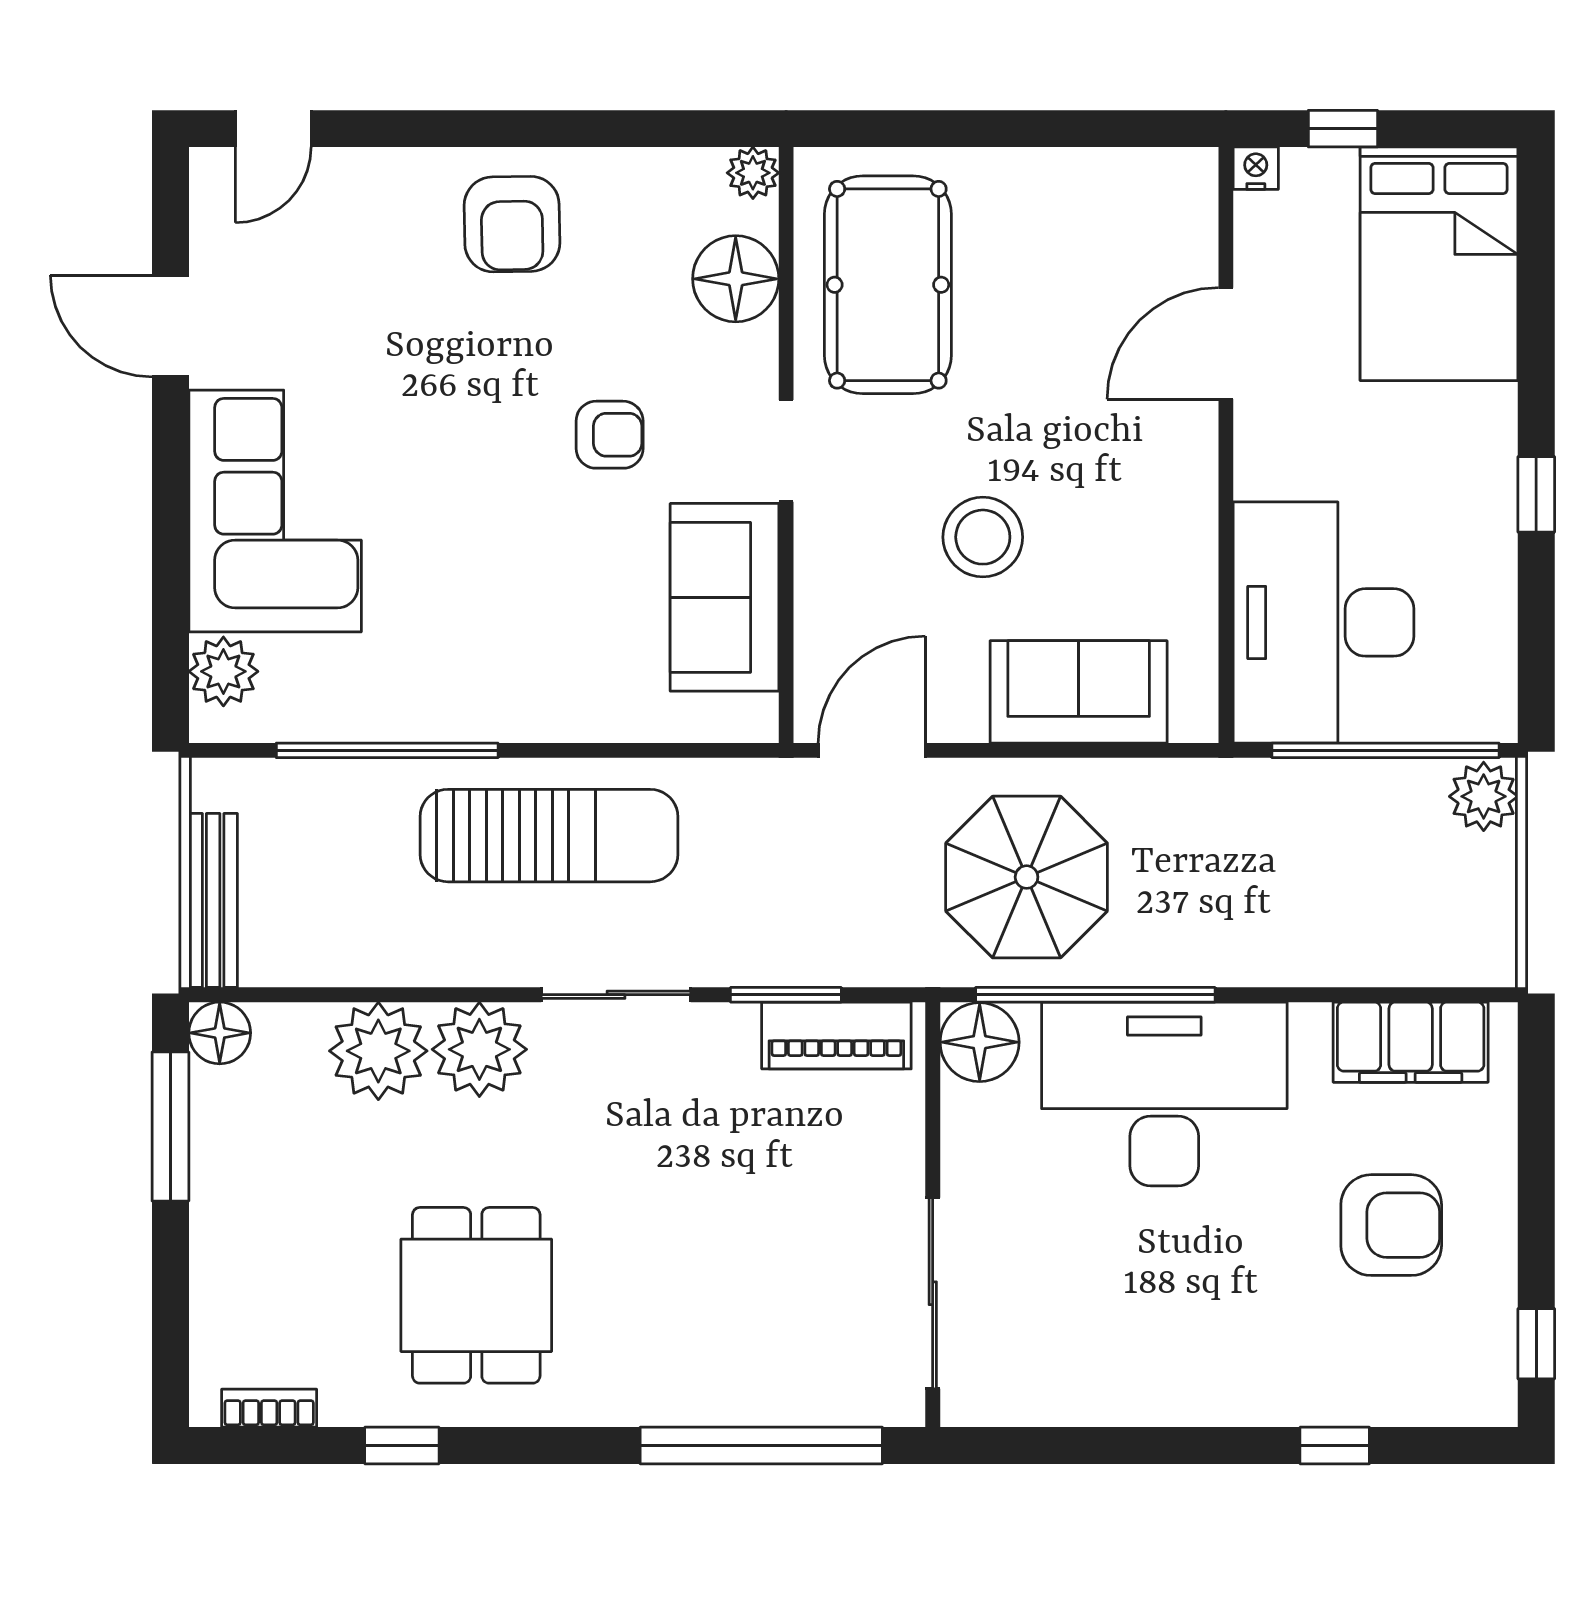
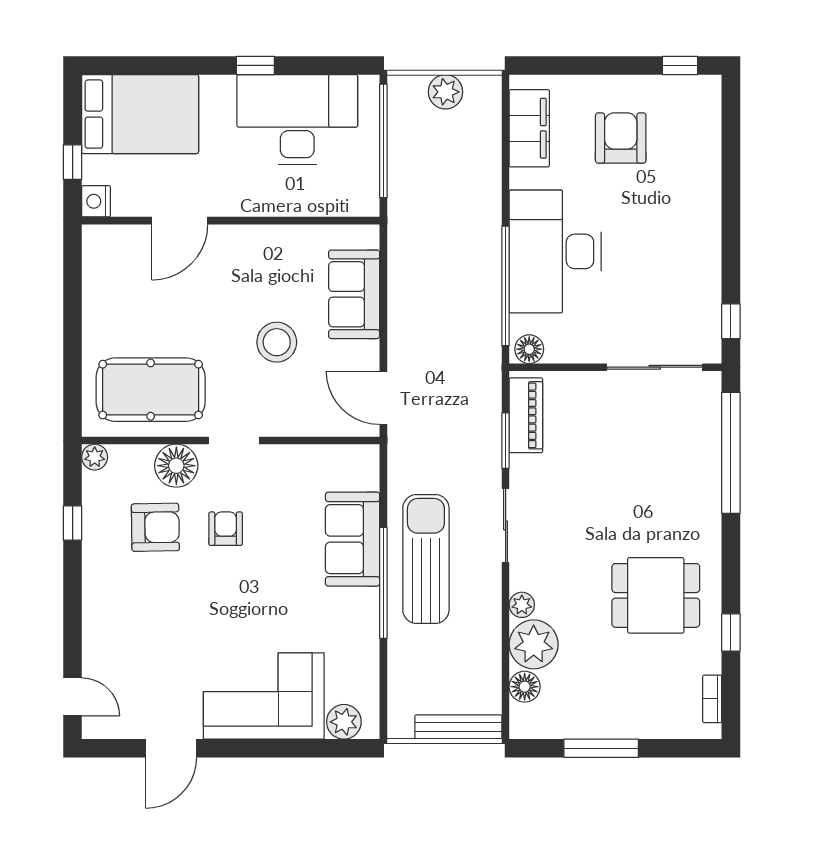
window: (621, 129) -> (73, 523), added
nightstand: (1256, 168) -> (96, 201), width x1.39, depth x1.35
armchair: (512, 224) -> (155, 527), moved
floor lamp: (736, 279) -> (176, 466), moved
door: (1226, 343) -> (180, 221), hinge flipped
sofa: (725, 597) -> (353, 539), moved, turned 90
desk: (1324, 622) -> (297, 120), moved, turned 180
window: (387, 750) -> (383, 583), moved
plant: (1484, 796) -> (445, 92), moved
parasol: (1027, 877) -> (447, 320), removed
floor lamp: (220, 1033) -> (525, 687), moved
floor lamp: (980, 1042) -> (529, 349), width x0.73, depth x0.73
plant: (479, 1049) -> (522, 605), width x0.53, depth x0.53
window: (170, 1126) -> (601, 748), moved
window: (1335, 1446) -> (731, 321), moved

